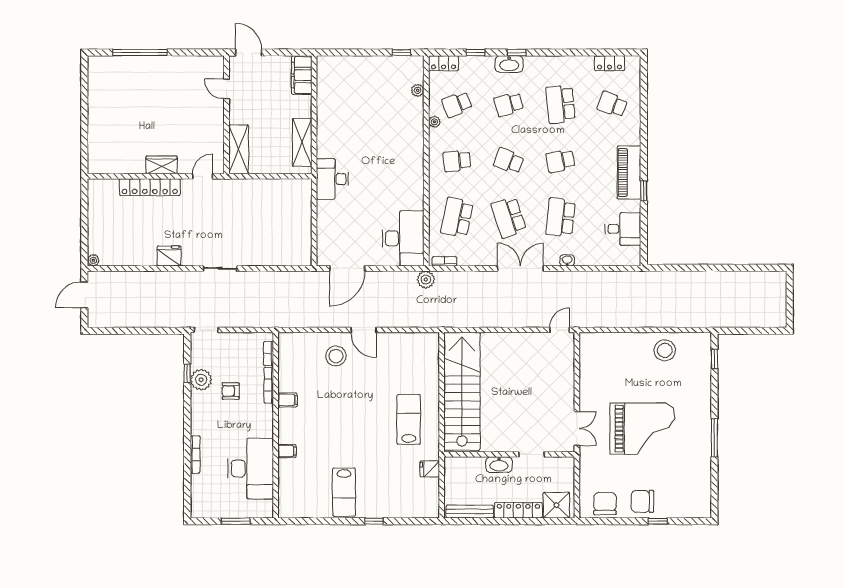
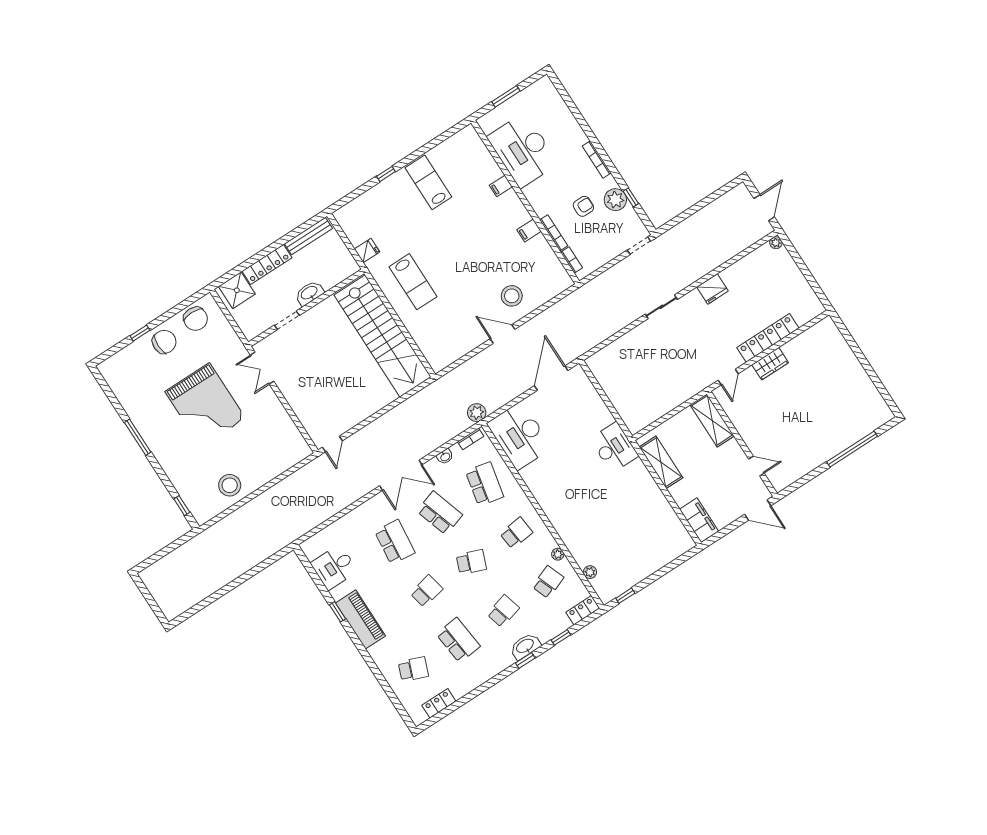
washbasin: (567, 260) -> (445, 457), moved
grand piano: (642, 429) -> (205, 405), turned -90
bookcase: (195, 454) -> (597, 159), moved

